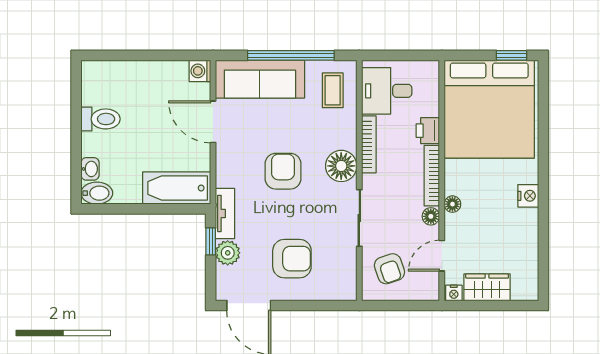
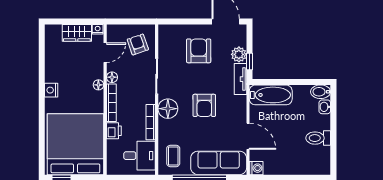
armchair: (292, 259) -> (199, 51), turned 90

